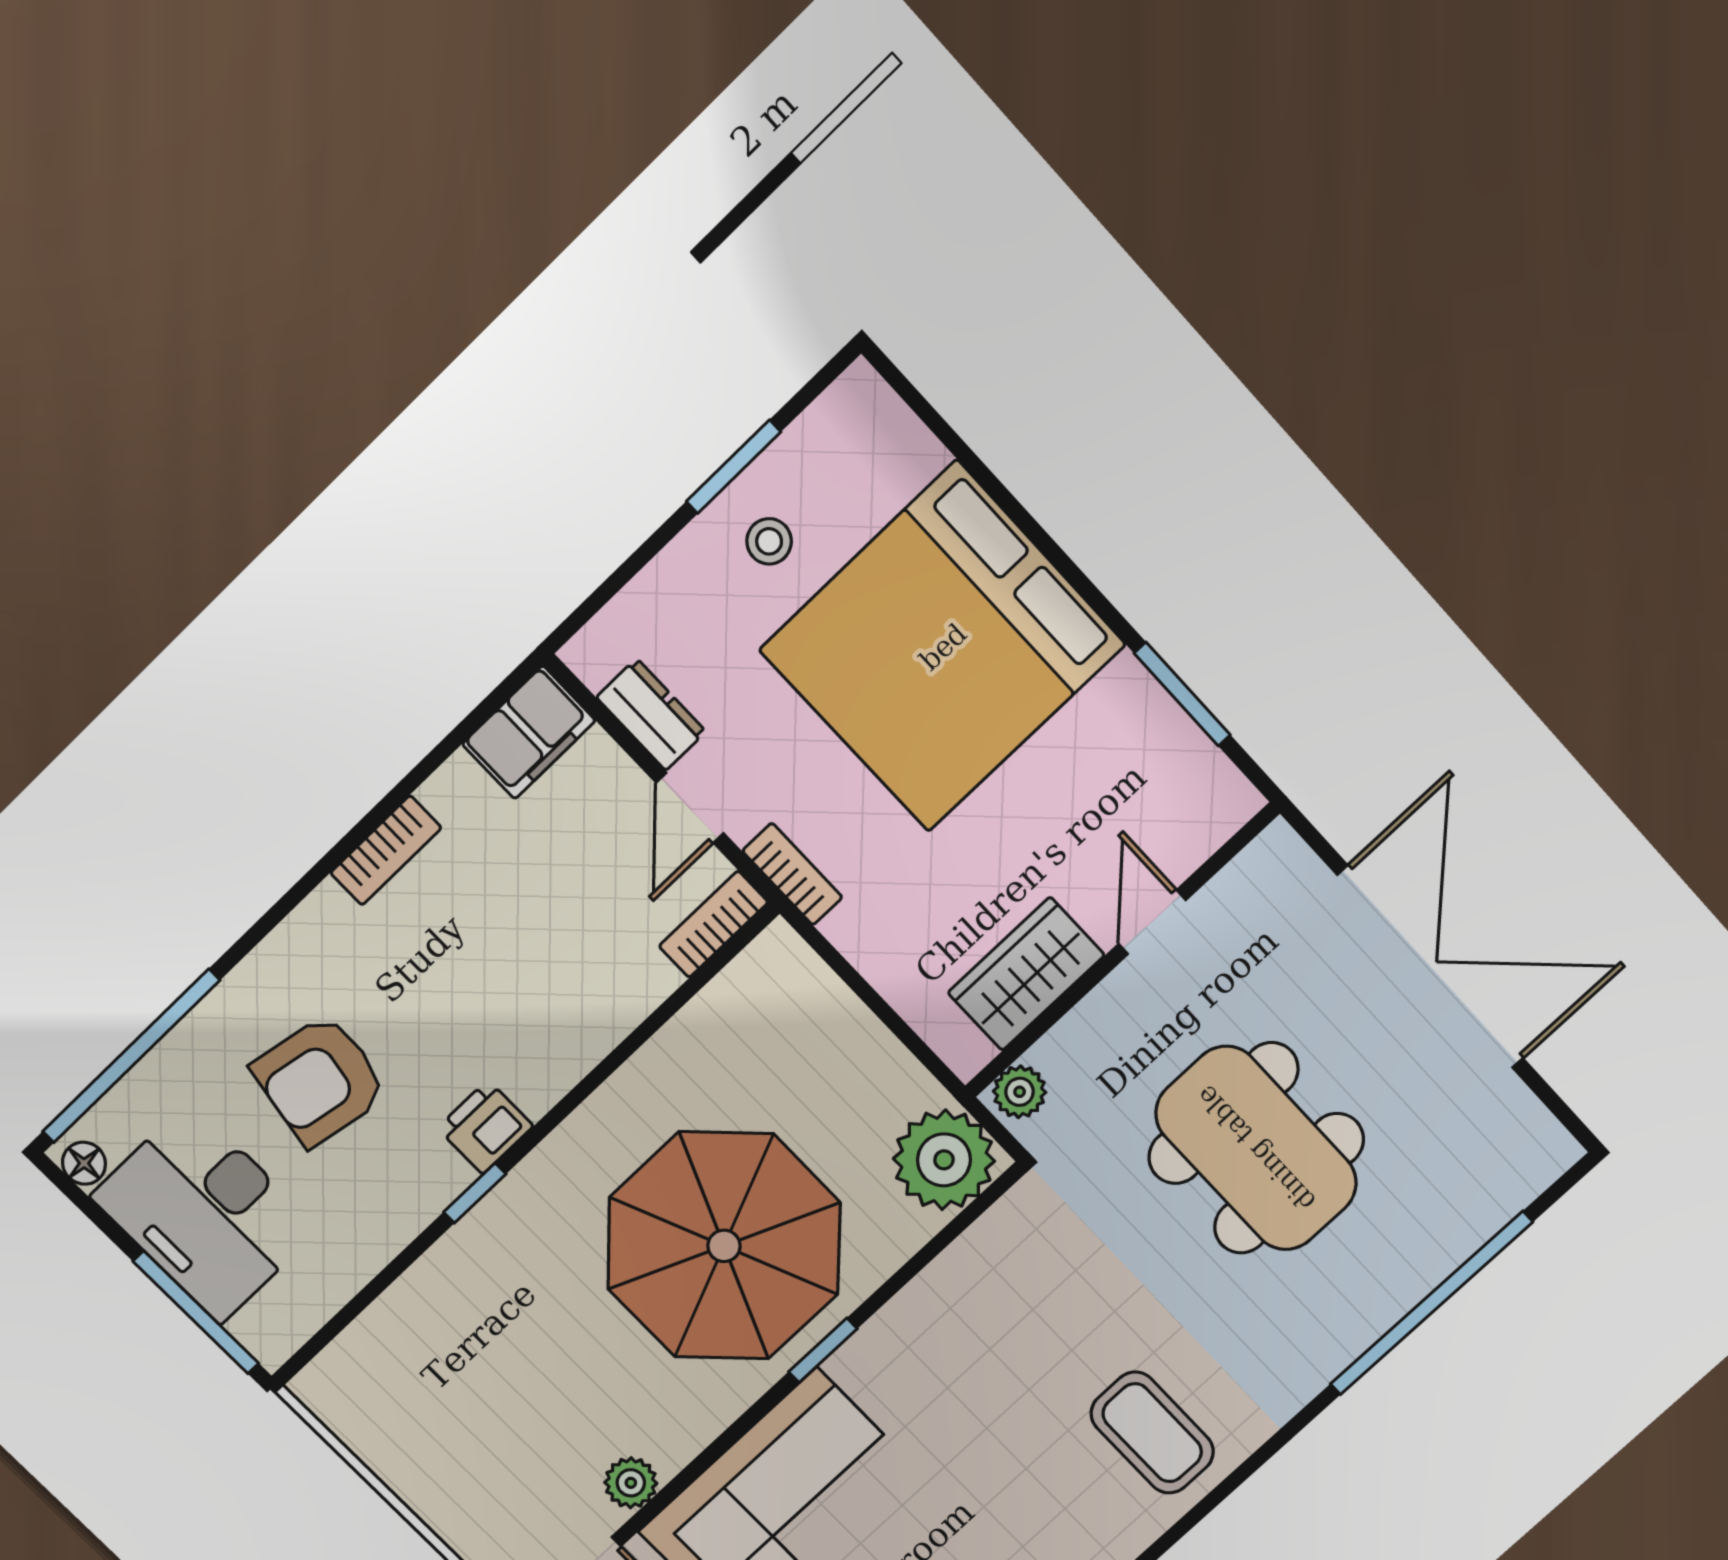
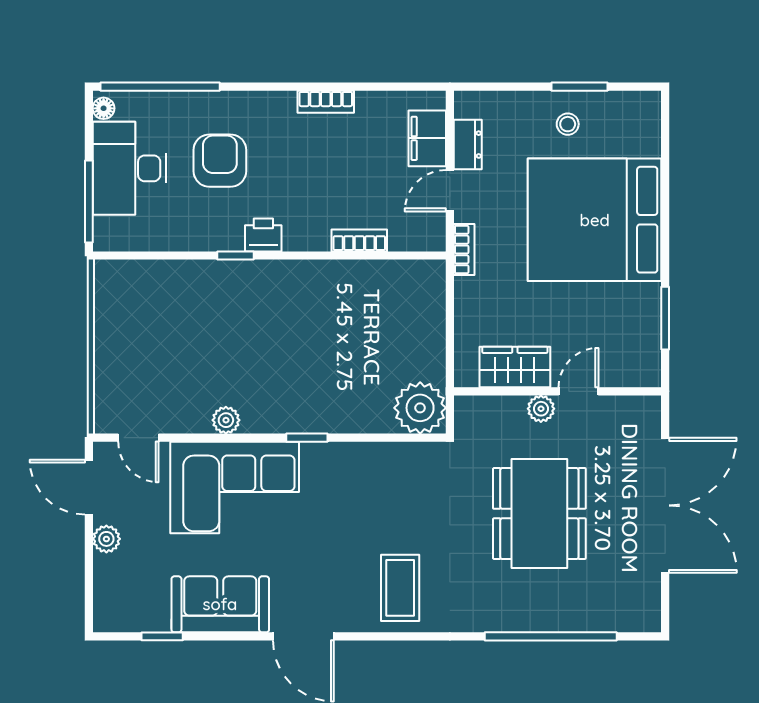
filing cabinet: (529, 732) -> (427, 138), moved, turned 90
bookcase: (714, 924) -> (359, 240), moved
armchair: (320, 1080) -> (220, 161), turned 80
plant: (1020, 1092) -> (541, 409), moved
parasol: (724, 1246) -> (308, 363), removed
plant: (631, 1483) -> (226, 420), moved

